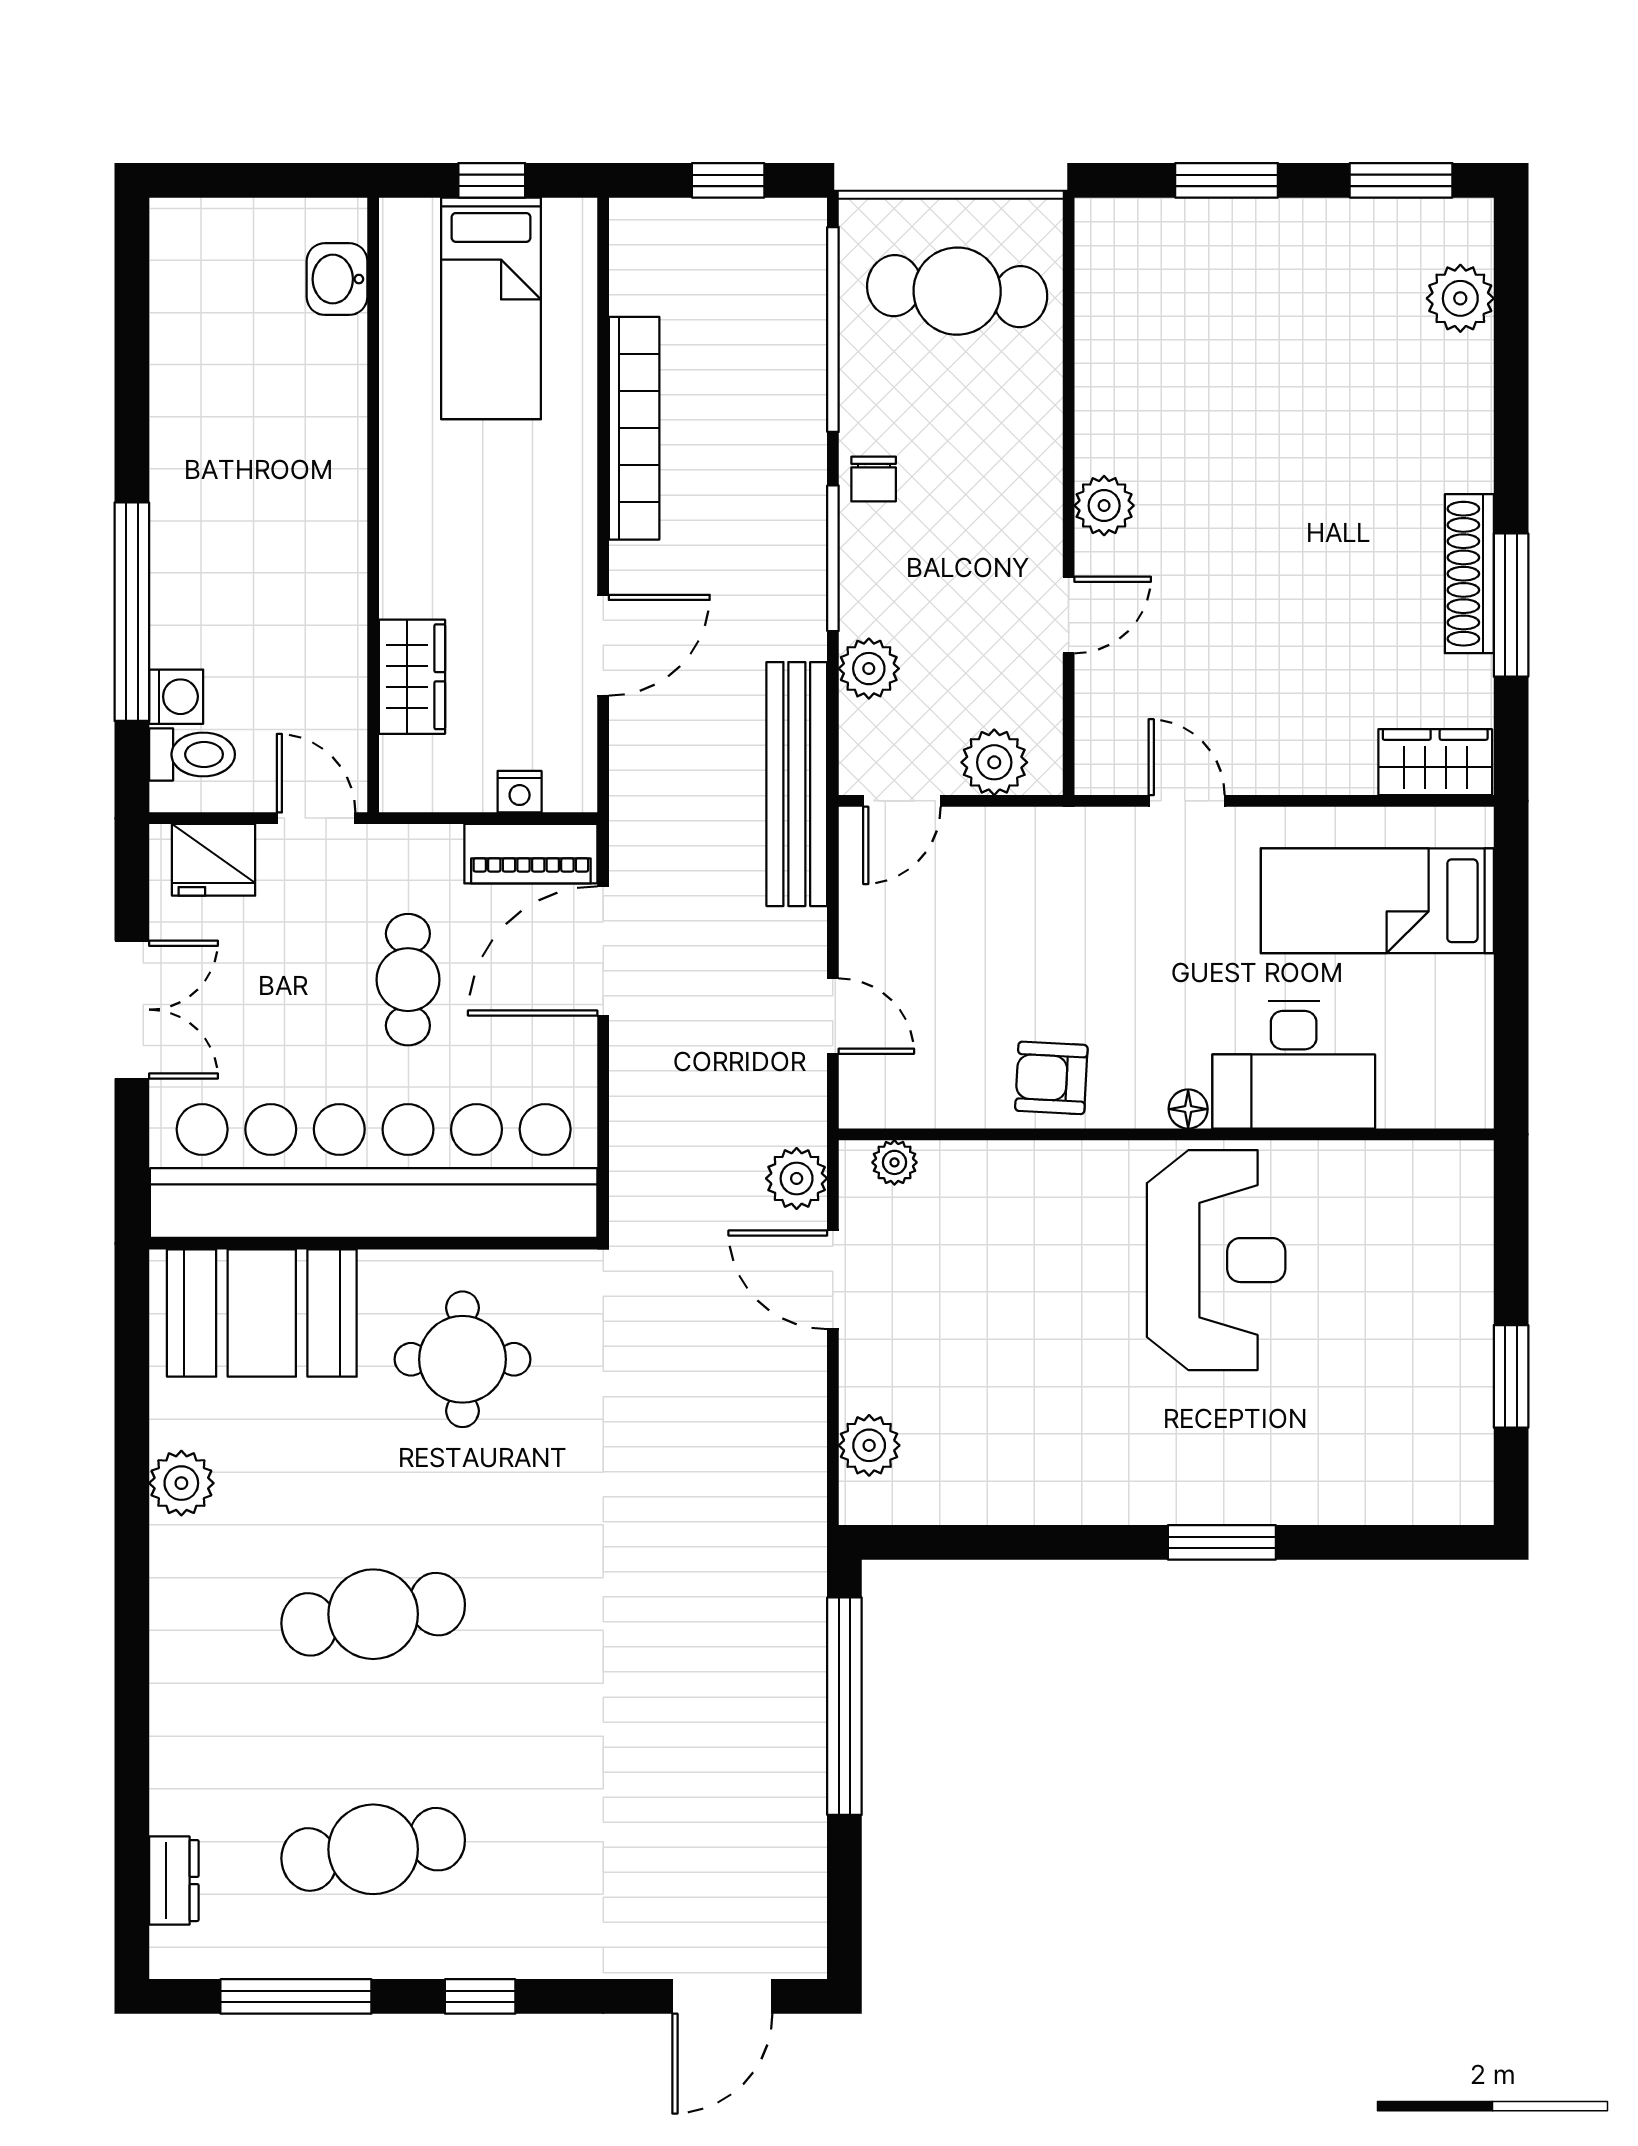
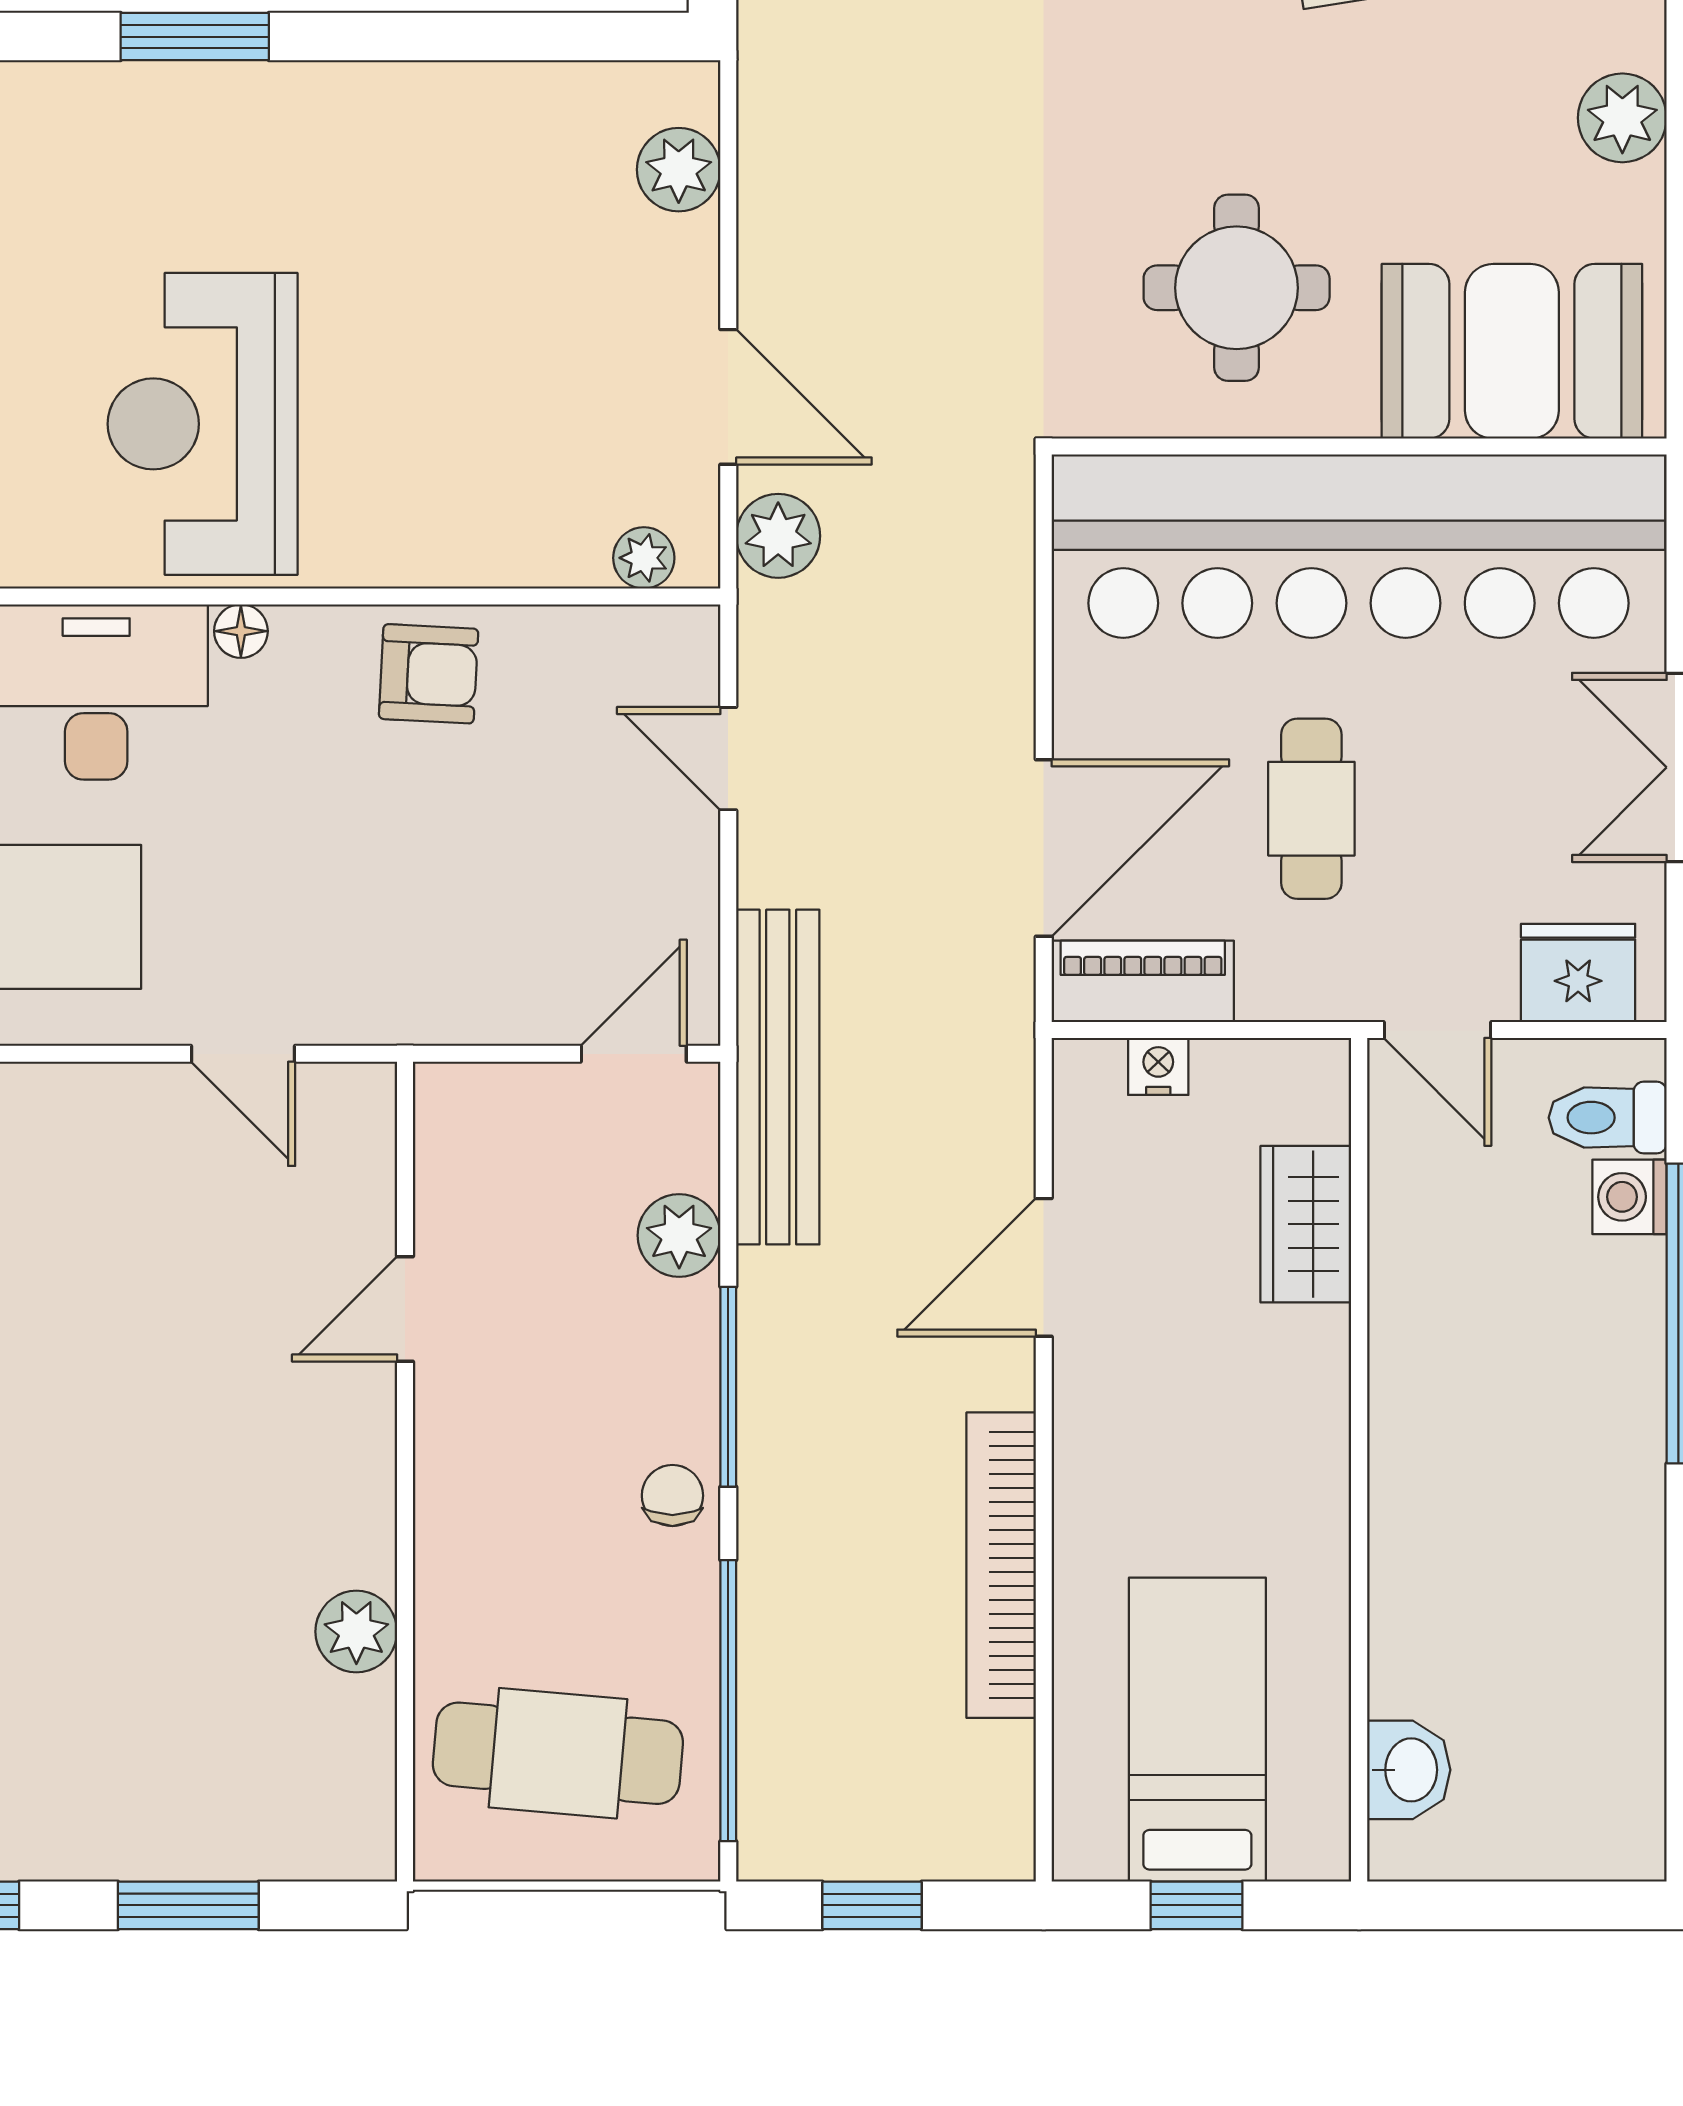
plant: (1104, 506) -> (356, 1632), moved
plant: (994, 762) -> (507, 1107), removed

